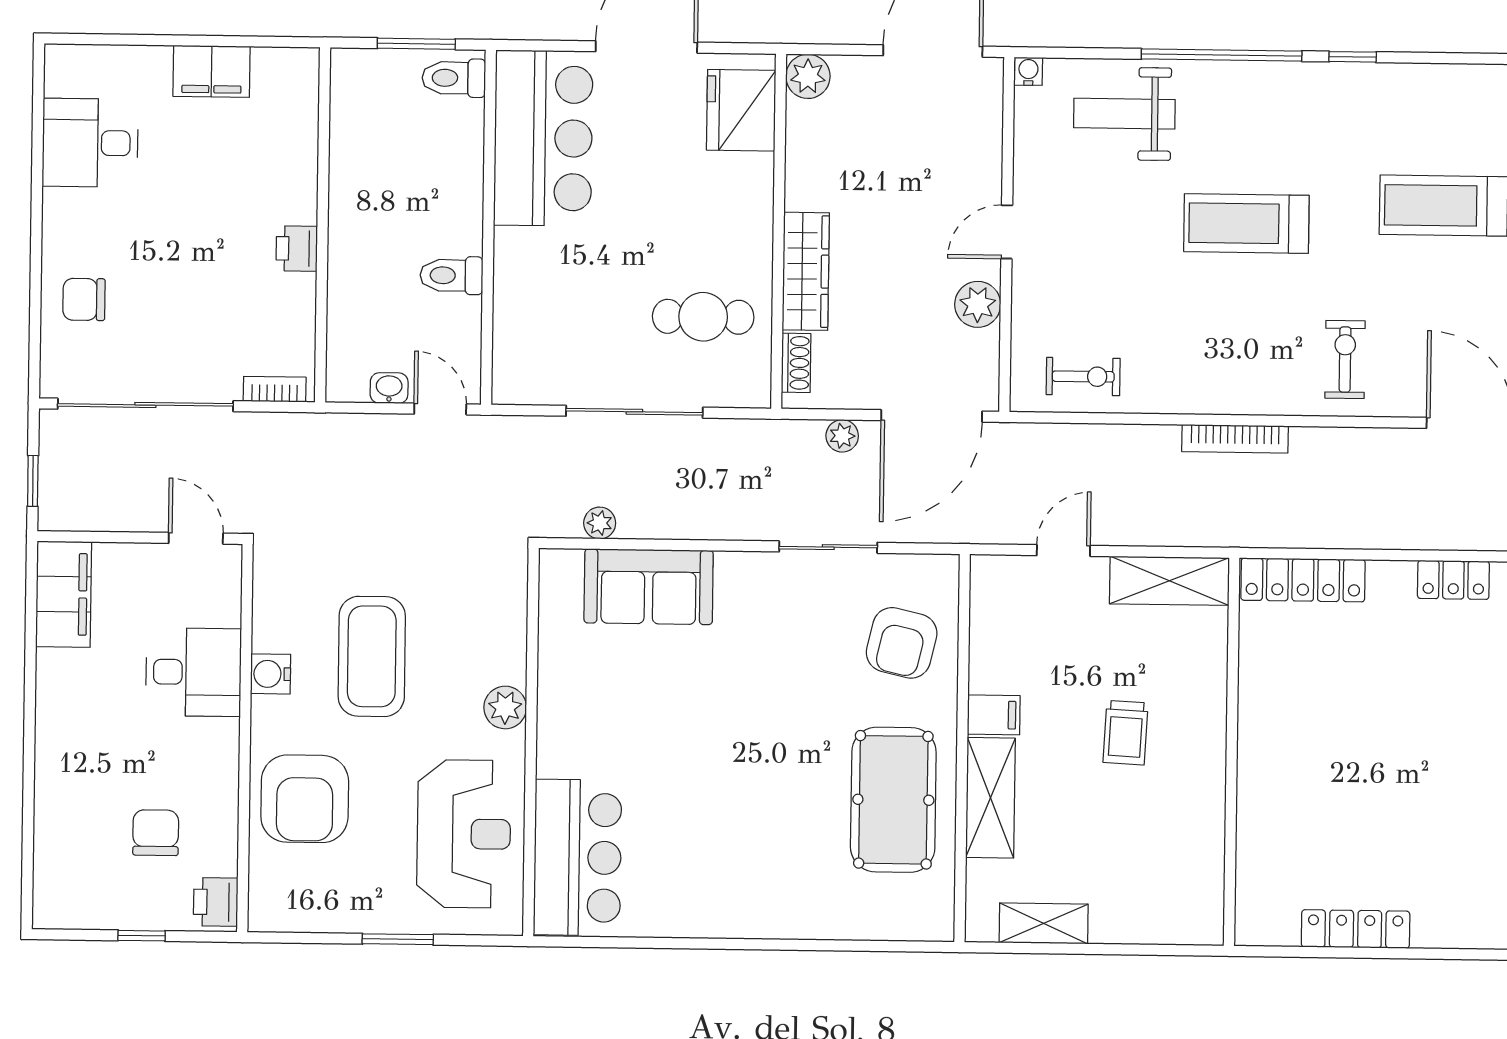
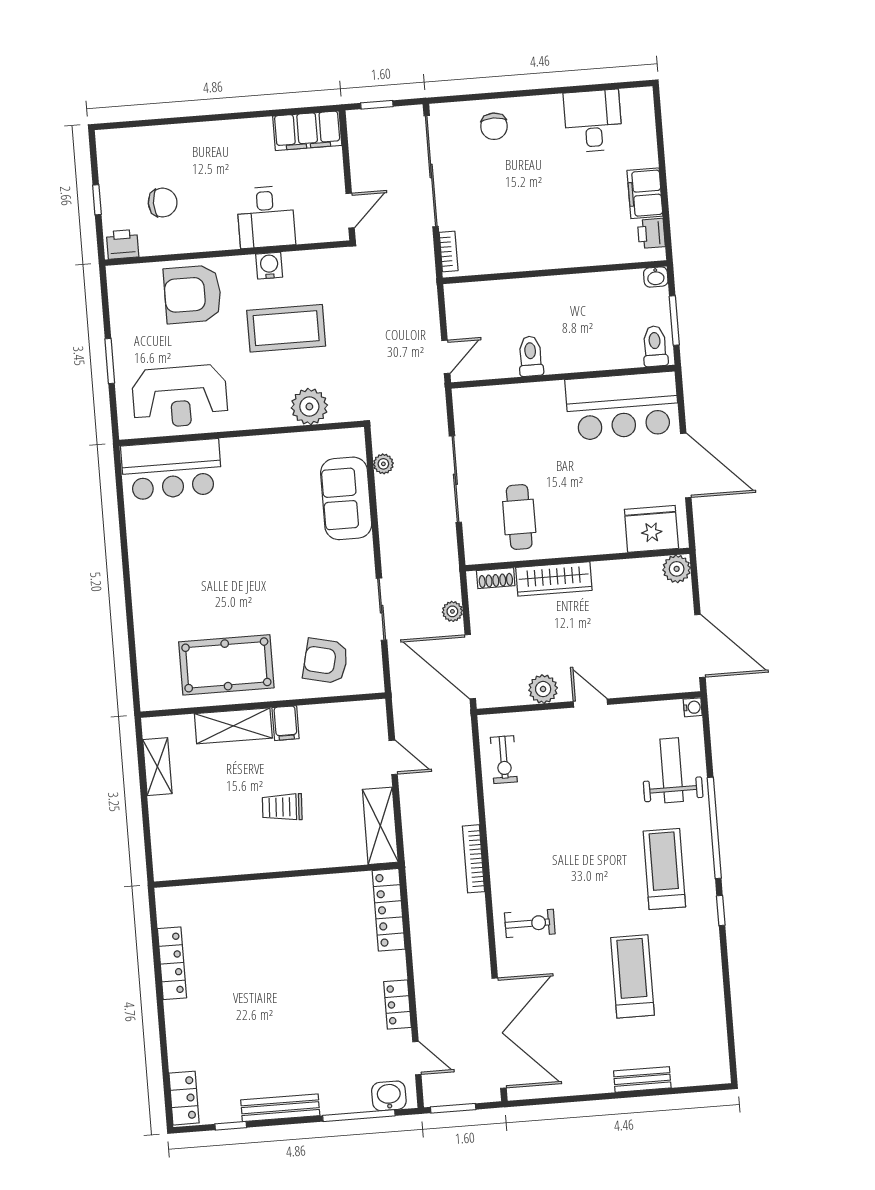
treadmill: (1246, 223) -> (664, 869), moved
printer: (297, 249) -> (651, 233), moved, turned -90
chair: (84, 299) -> (494, 126), turned 180
washbasin: (389, 388) -> (656, 277), moved, turned 90
plant: (505, 707) -> (309, 407), moved, width x1.36, depth x1.36

